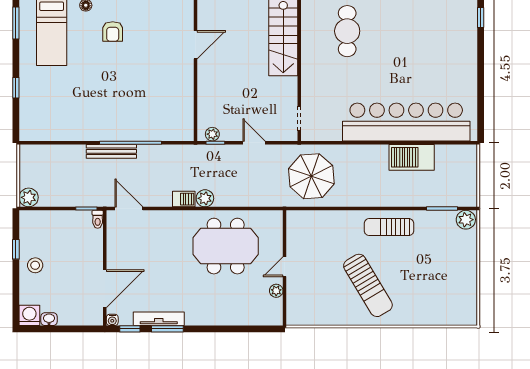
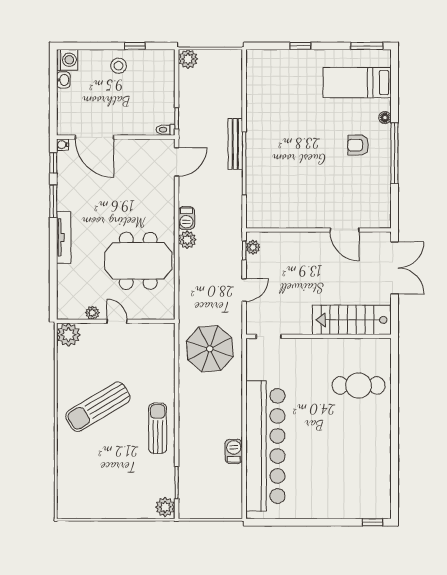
barbecue: (412, 157) -> (234, 451), width x0.53, depth x0.65
meeting table: (226, 246) -> (138, 261), turned 90
plant: (298, 314) -> (68, 335), added
tv unit: (159, 319) -> (64, 237), moved

